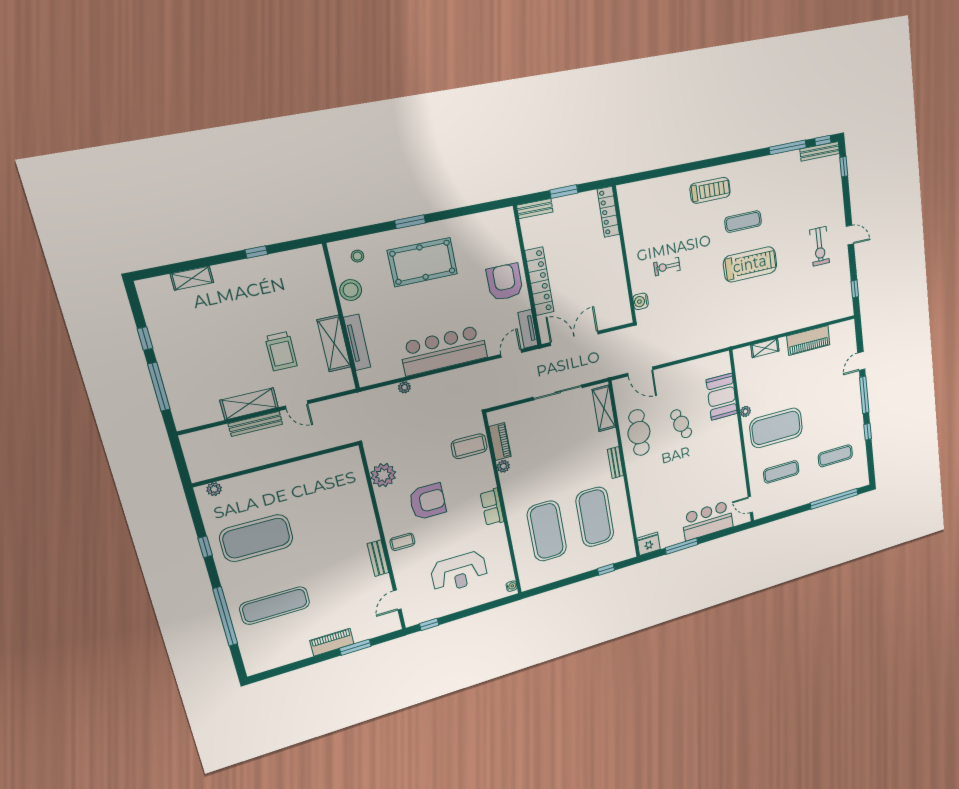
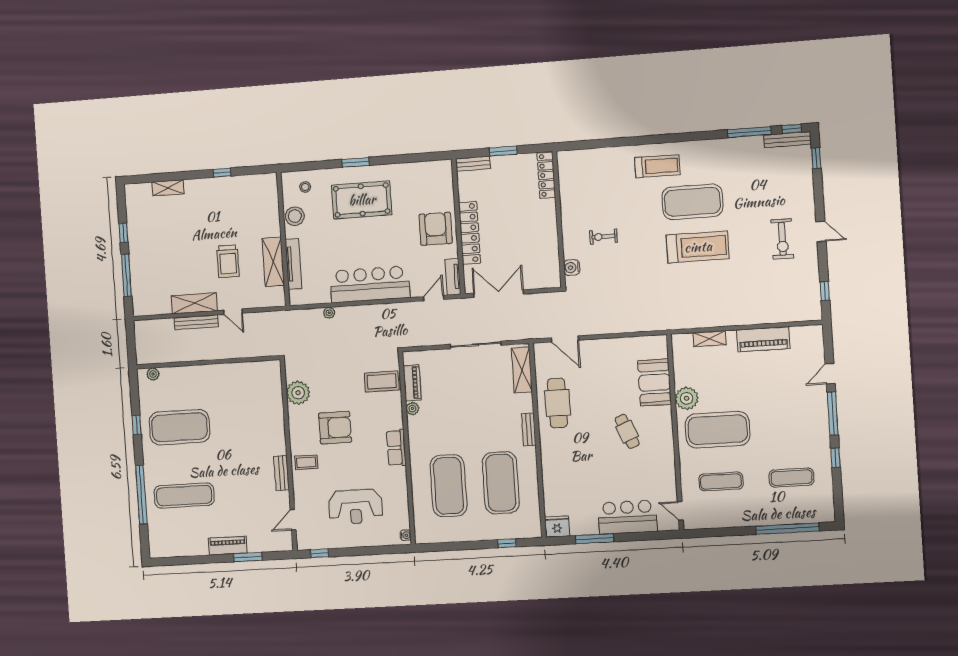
exercise mat: (743, 222) -> (692, 202), width x2.00, depth x1.45
plant: (745, 411) -> (687, 398), width x1.88, depth x1.88
cafe table: (681, 424) -> (627, 431), moved

